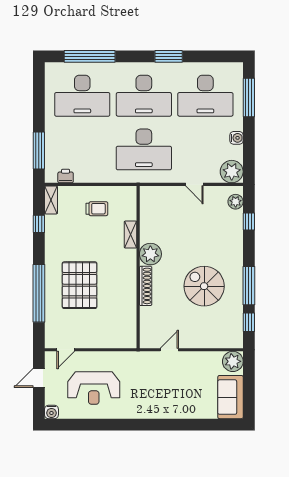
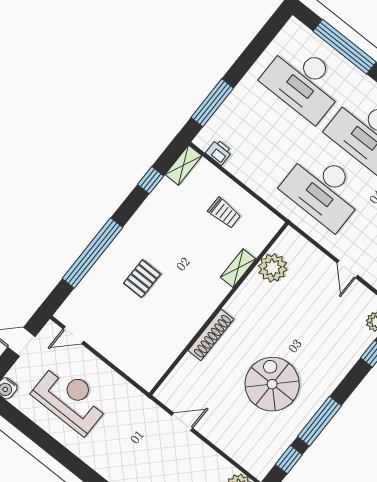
plant: (150, 254) -> (273, 268), moved
pallet: (80, 285) -> (142, 279), width x0.49, depth x0.50
reception desk: (94, 388) -> (71, 399), turned 180

